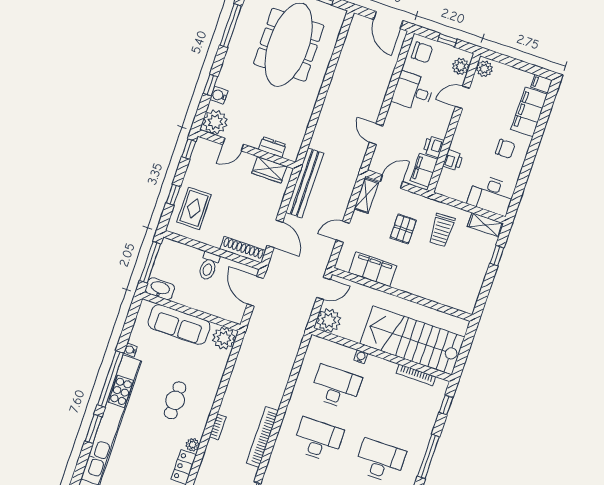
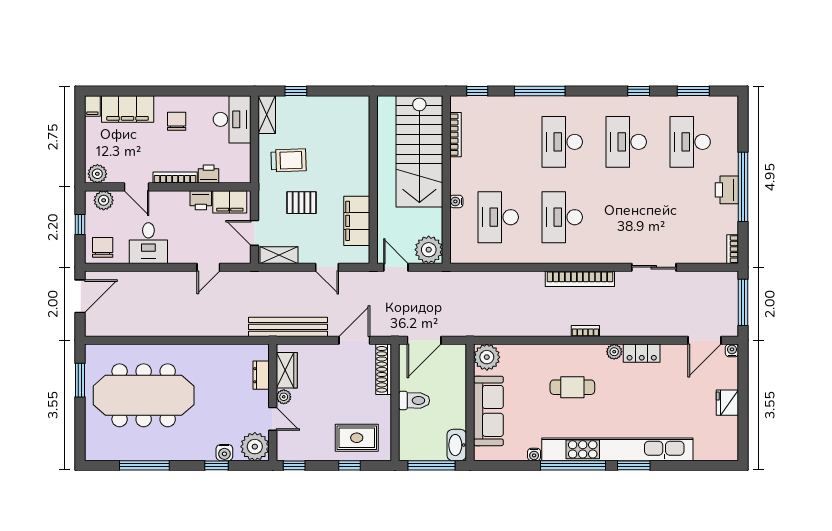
bookcase: (459, 132) -> (175, 178), added
plant: (248, 160) -> (284, 397), added

